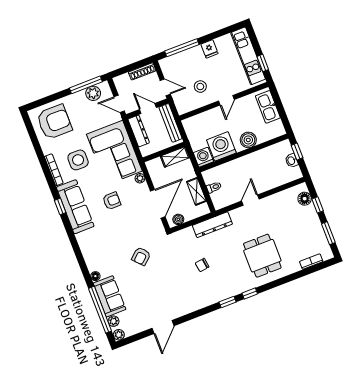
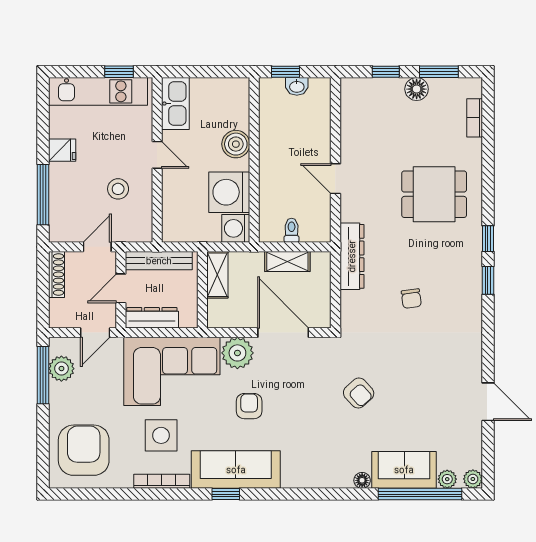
kitchen sink: (268, 107) -> (175, 104), moved, turned -90
plant: (140, 178) -> (237, 353), width x1.88, depth x1.88
floor lamp: (305, 199) -> (417, 89), moved
boiler: (178, 219) -> (322, 309), removed

